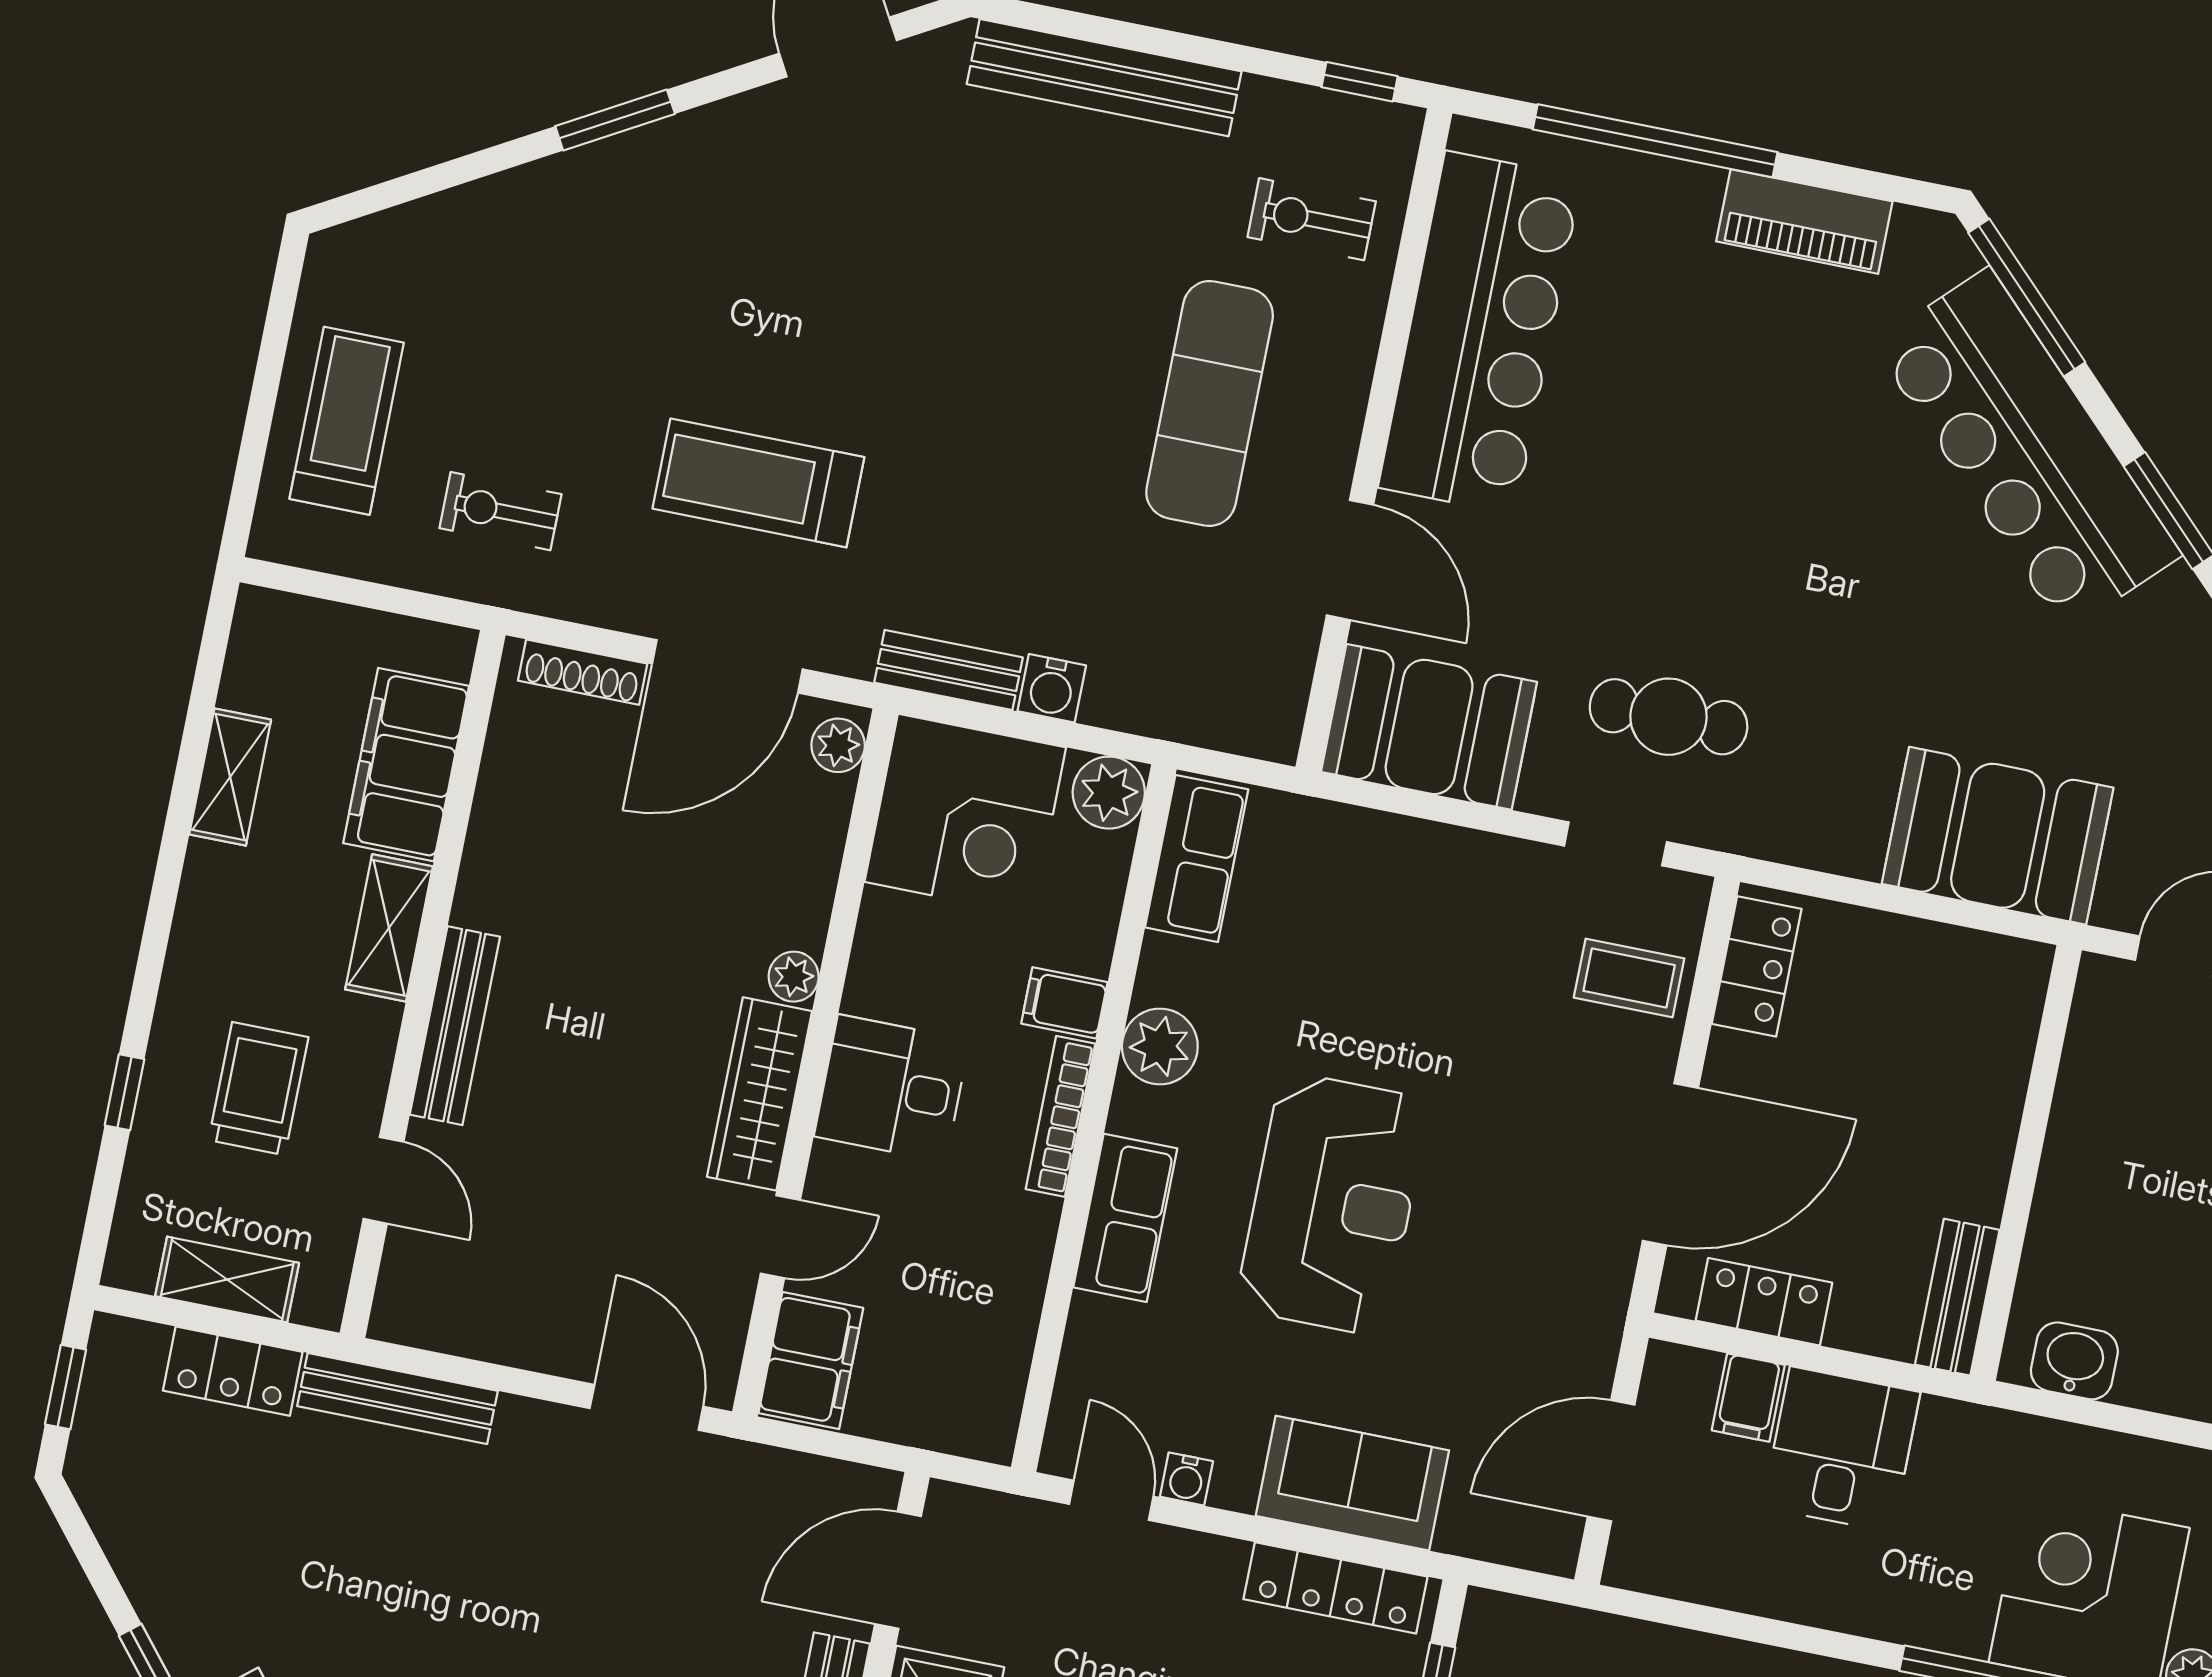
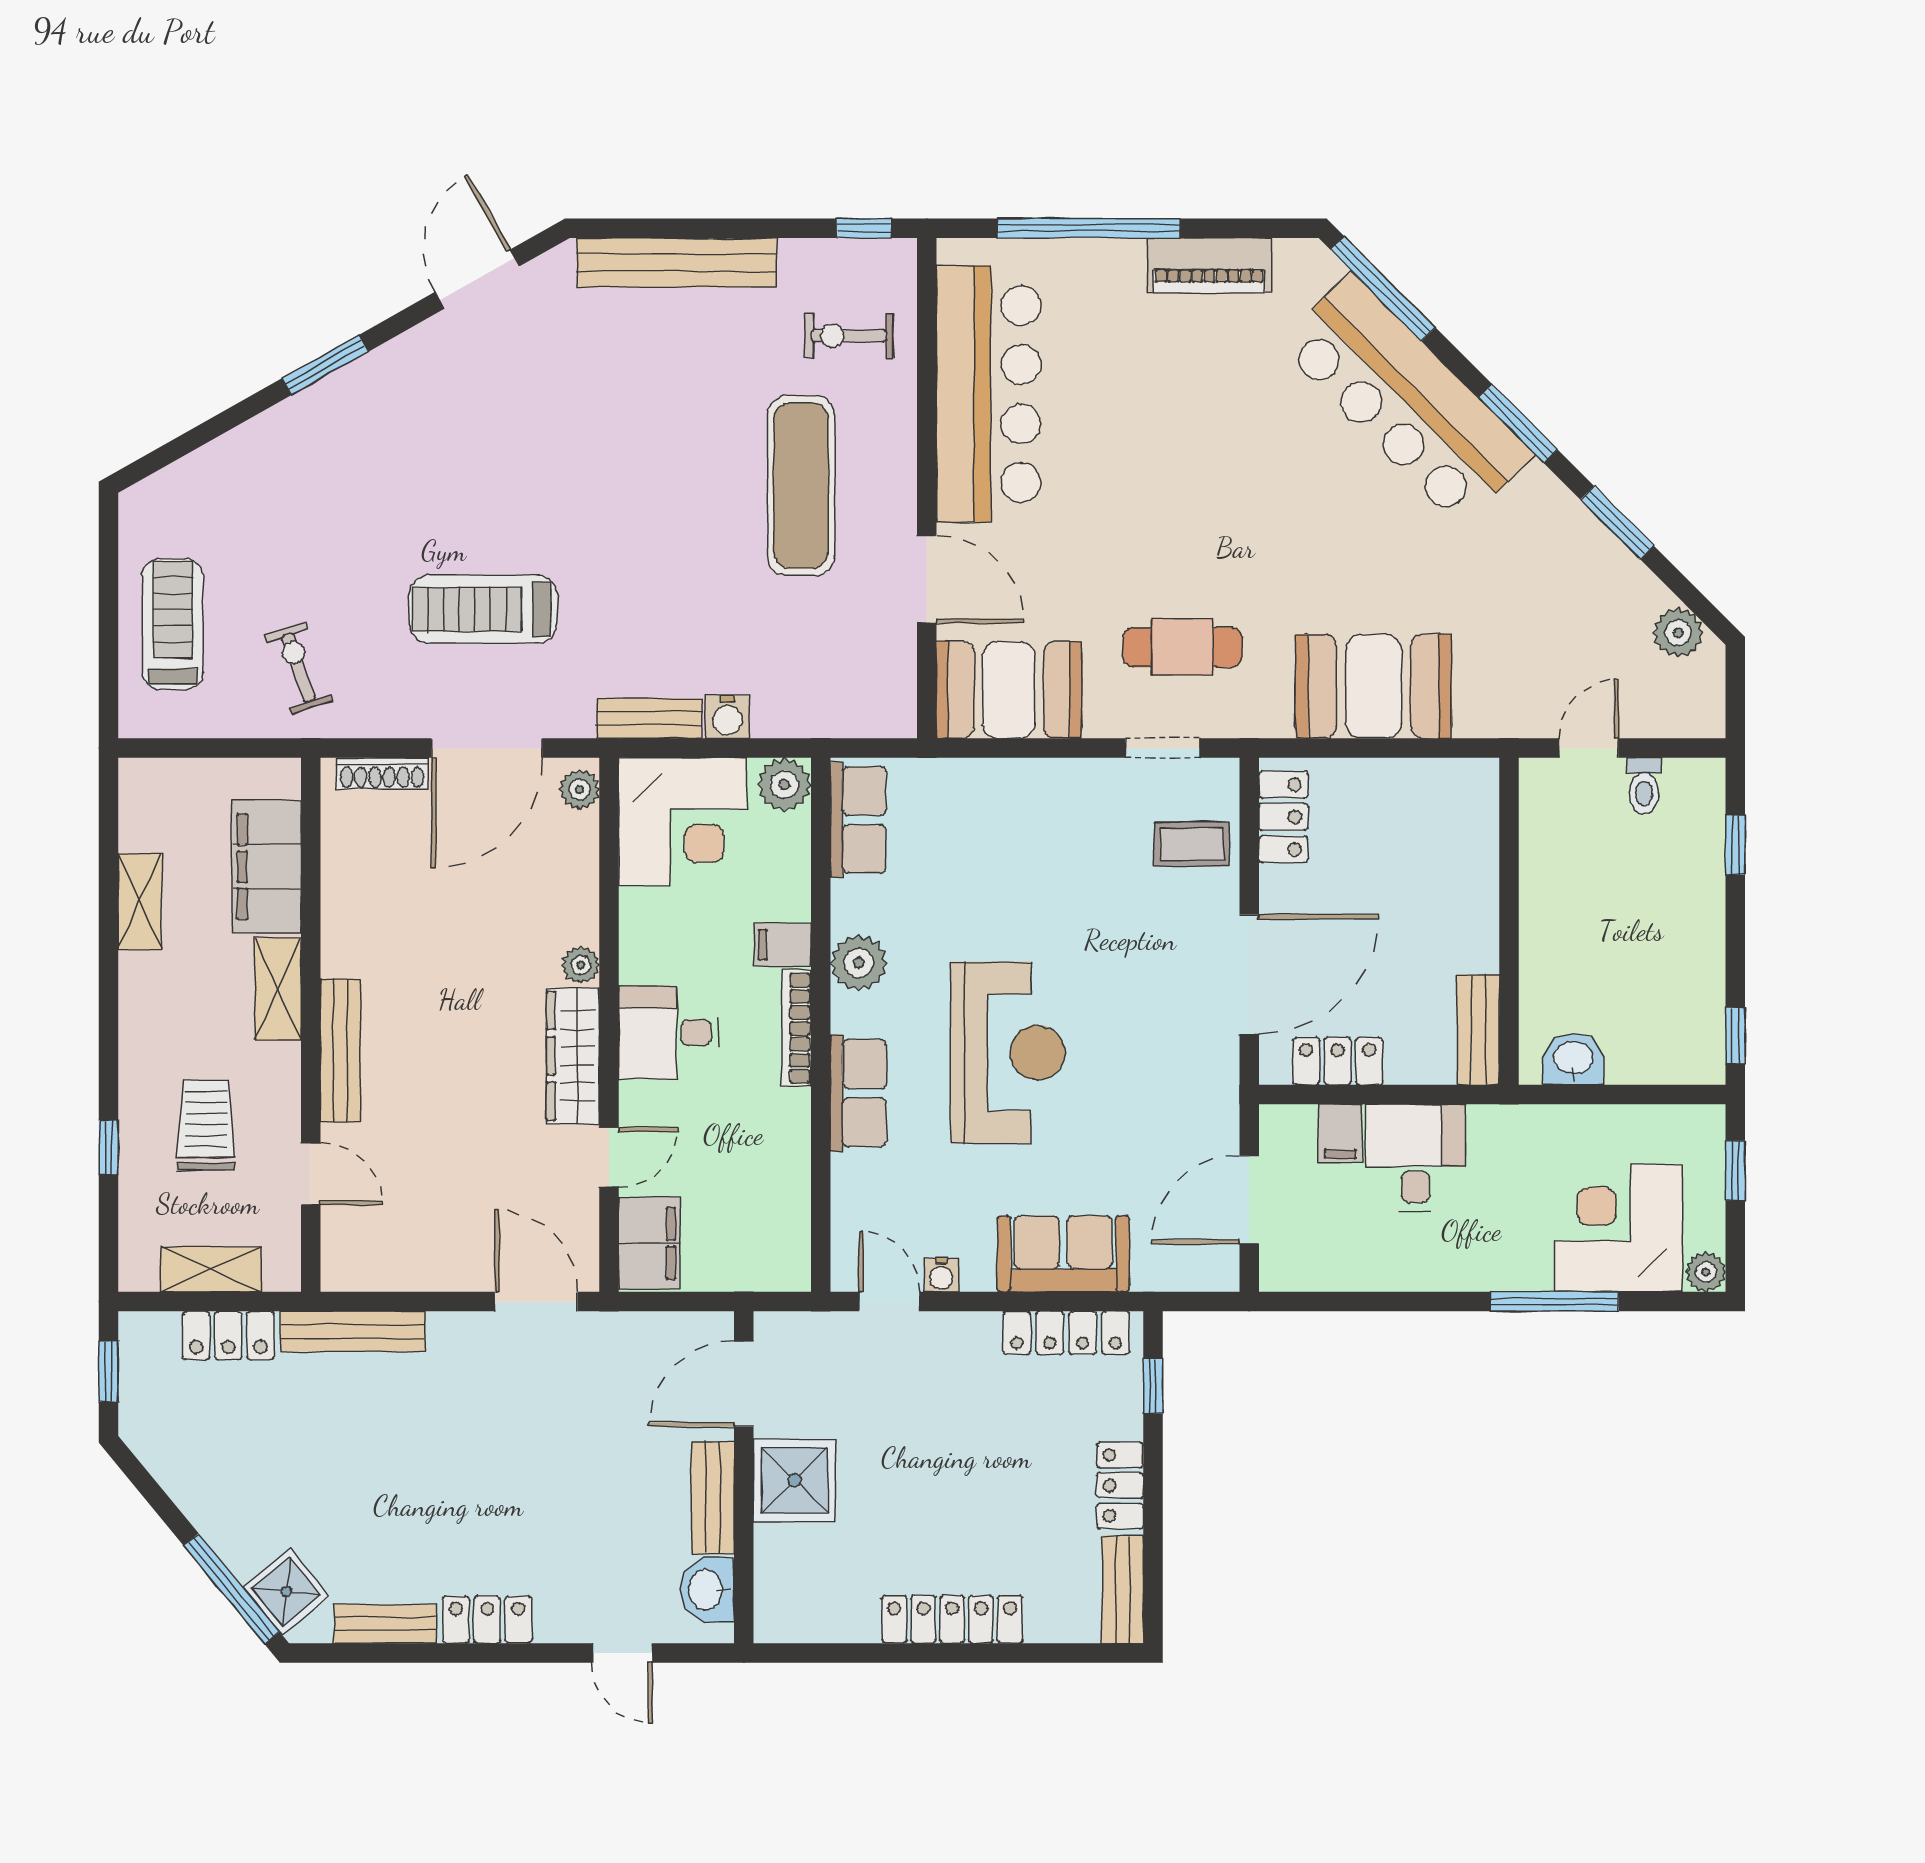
exercise bike: (501, 511) -> (299, 668), turned 71
booth: (1998, 836) -> (1374, 686), moved

